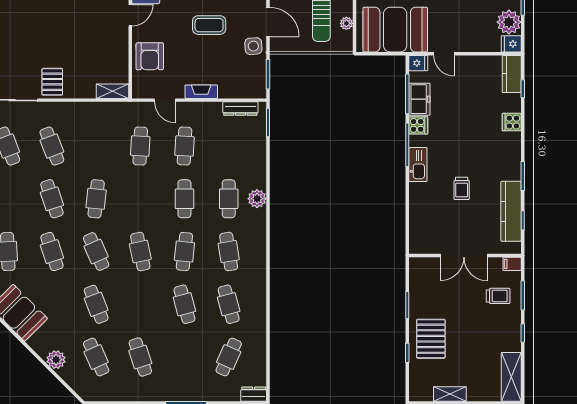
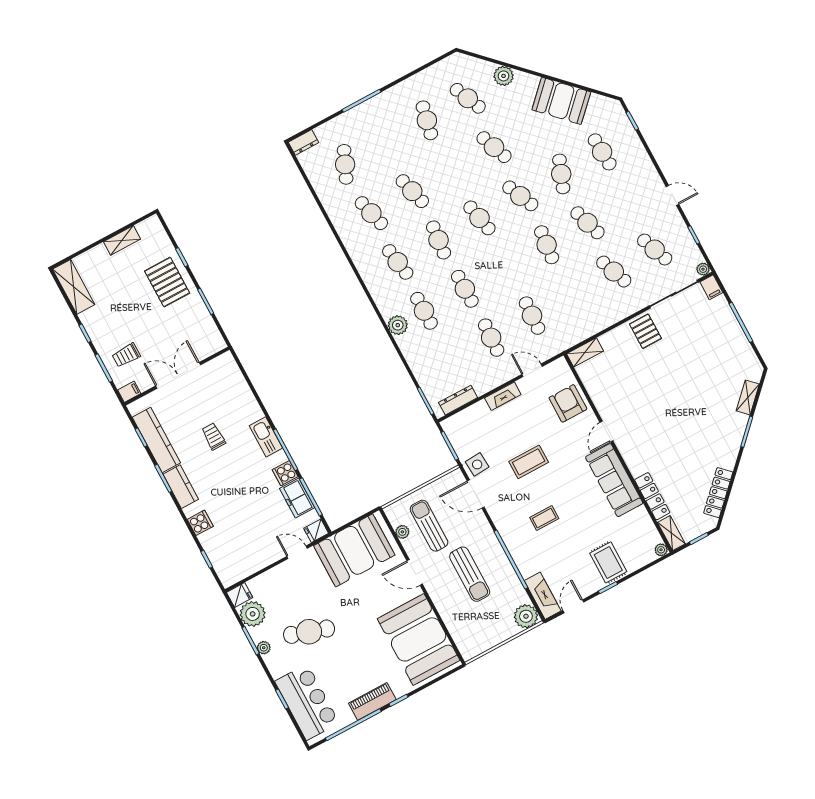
kitchen counter: (512, 74) -> (181, 487), moved
cafe table: (52, 252) -> (561, 174), turned 39
cafe table: (140, 357) -> (427, 120), turned 30

